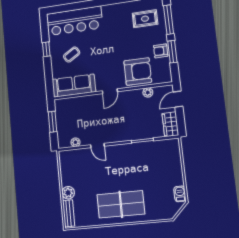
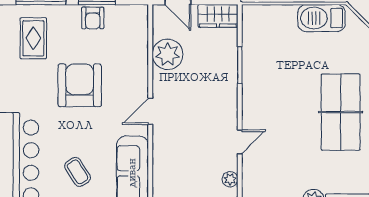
armchair: (138, 71) -> (80, 85), moved
door: (110, 91) -> (150, 111), swing flipped
plant: (148, 92) -> (168, 54), width x1.88, depth x1.88
barbecue: (180, 194) -> (322, 18), width x1.88, depth x1.53

